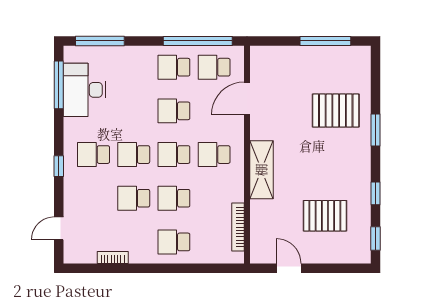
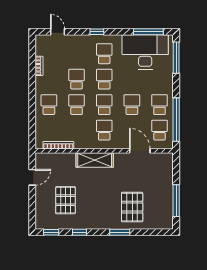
desk: (84, 90) -> (145, 52), width x1.36, depth x1.30

